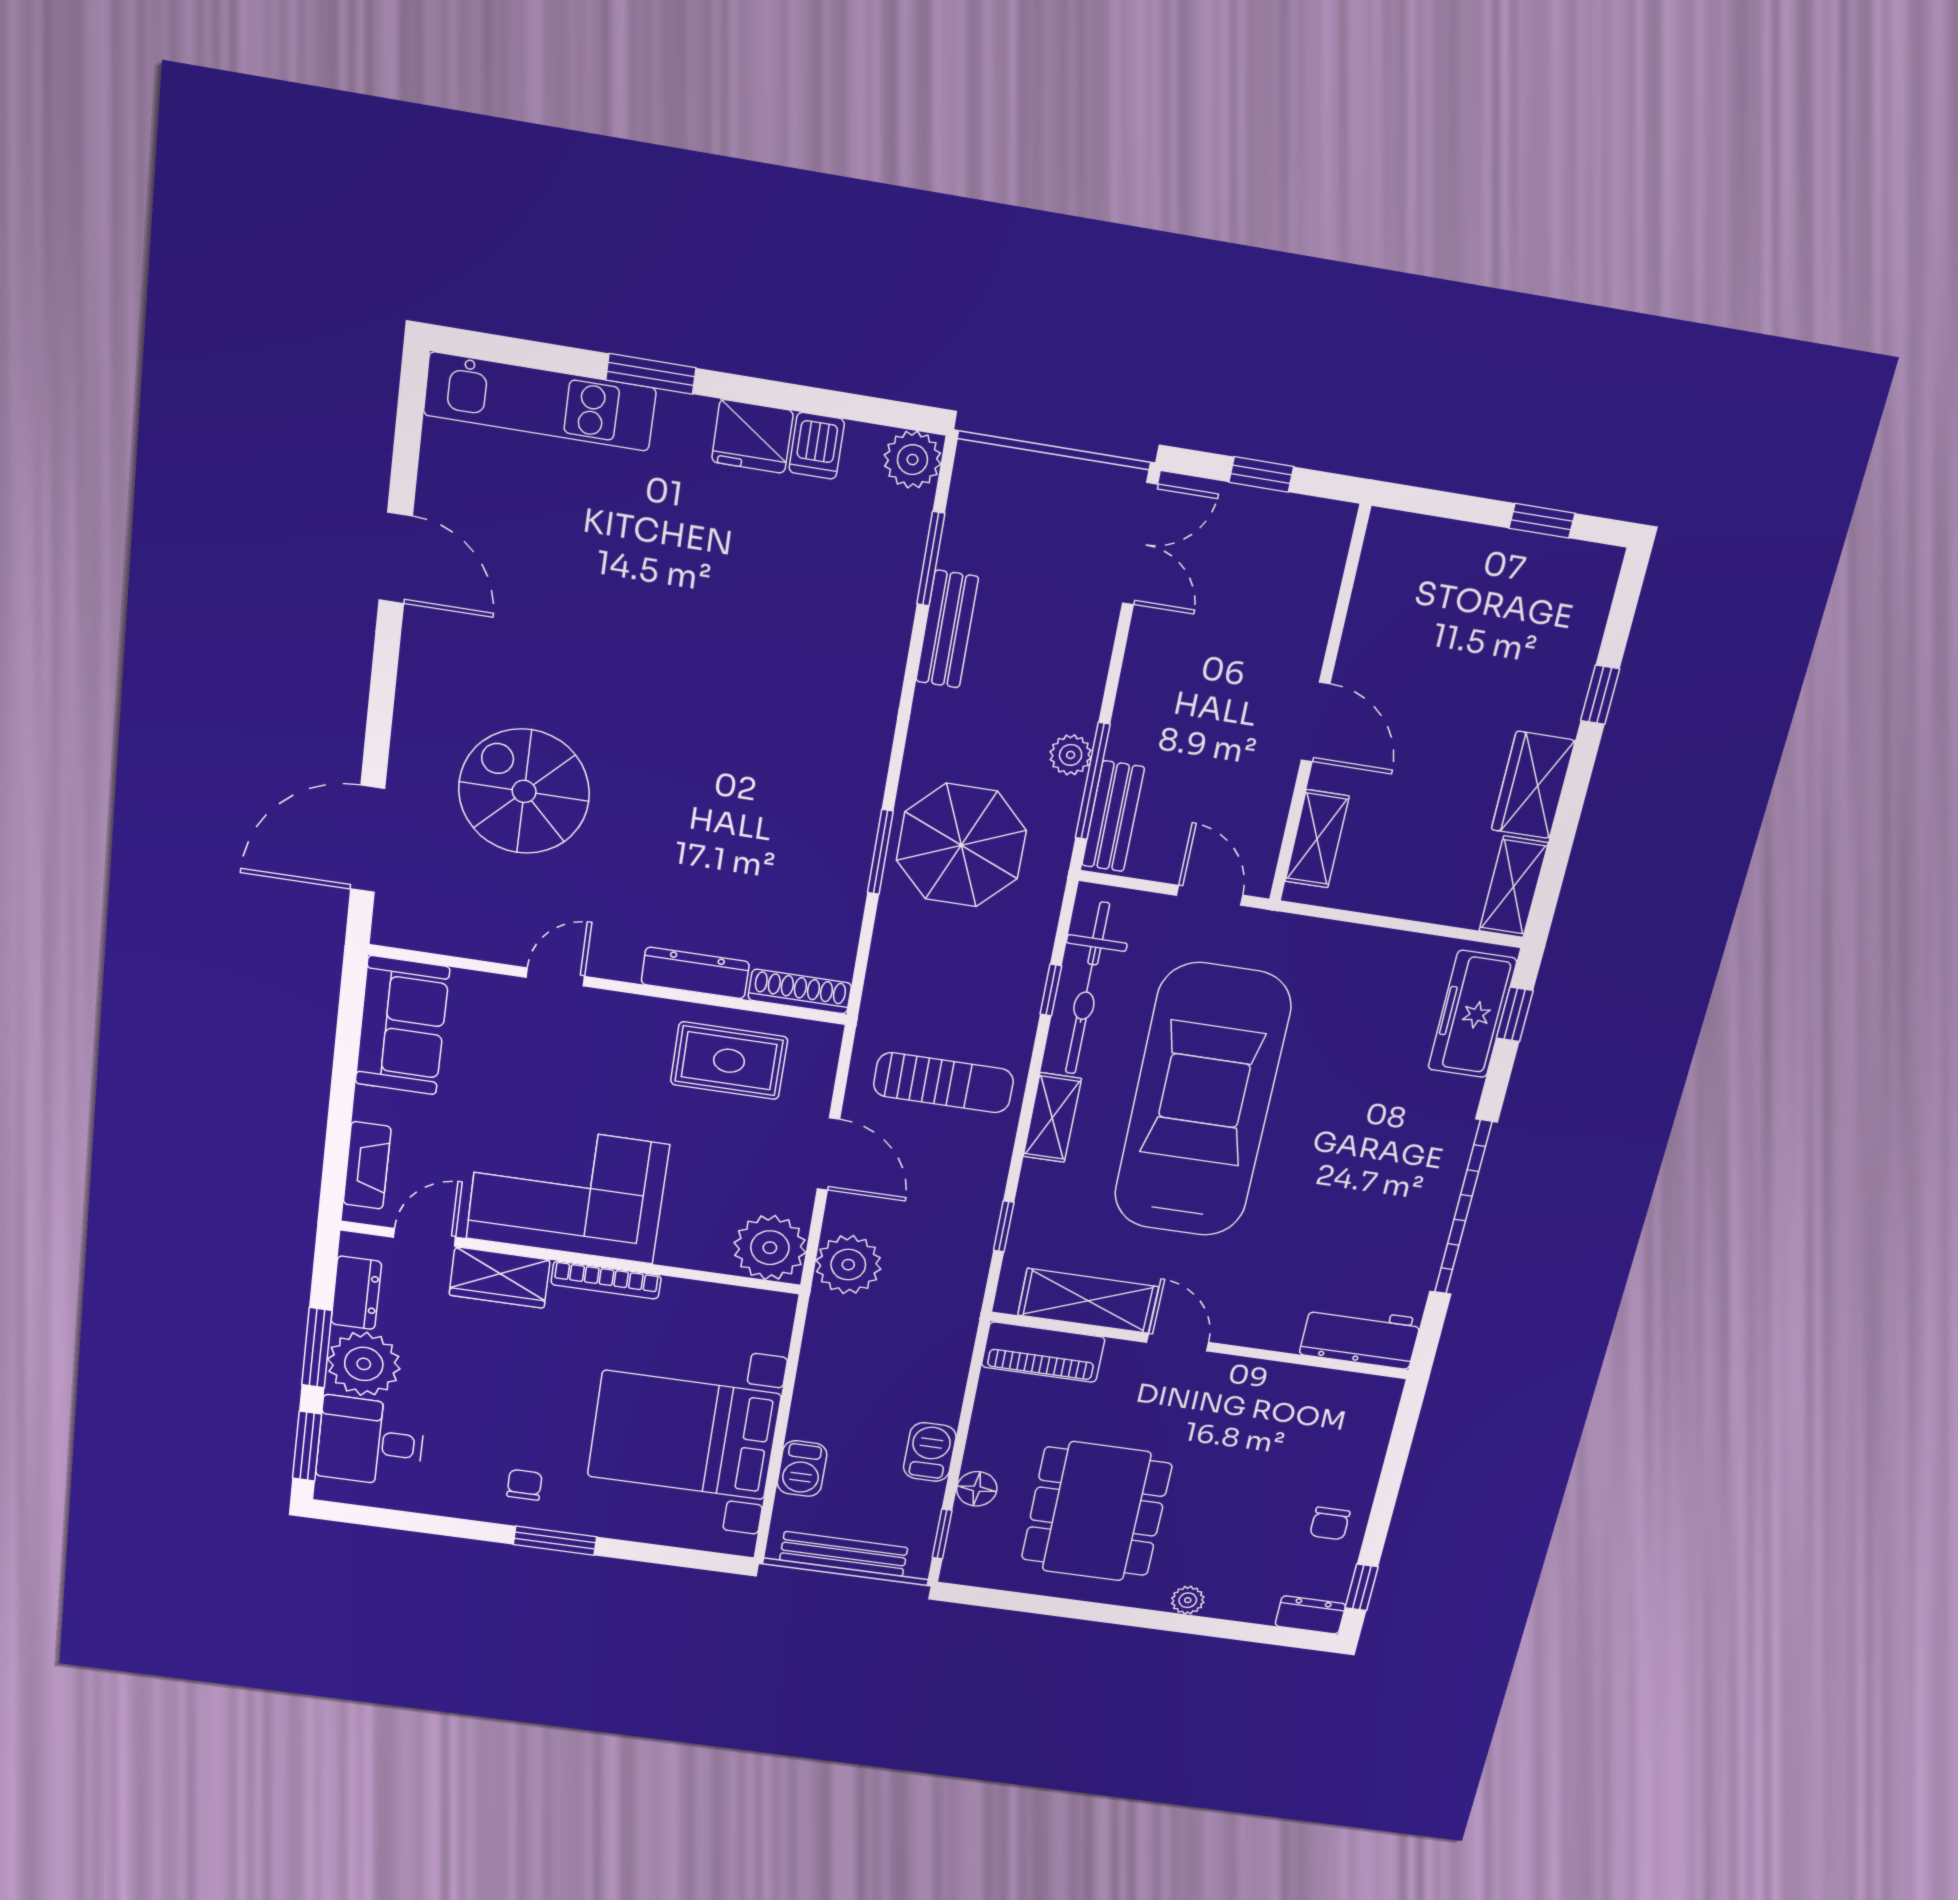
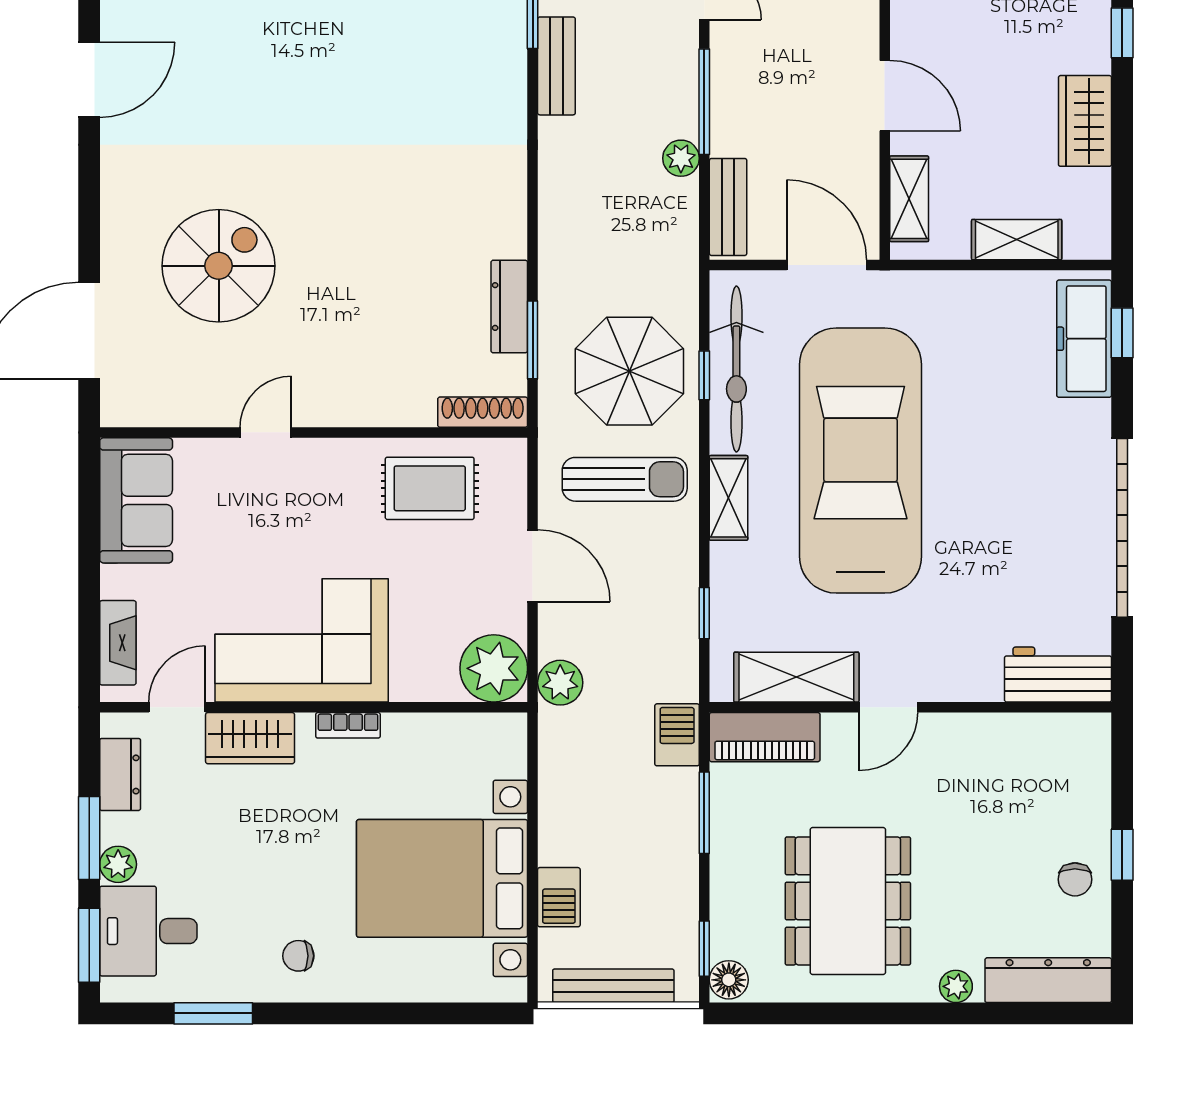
door: (396, 558) -> (89, 80), hinge flipped
window: (1093, 781) -> (704, 102), moved
spiral stairs: (524, 791) -> (219, 266), turned 90
parasol: (961, 845) -> (629, 371), moved
window: (880, 852) -> (533, 340), moved
shelving: (1514, 887) -> (1017, 240), moved, turned 90
door: (1210, 895) -> (827, 265), width x1.38
dresser: (695, 973) -> (509, 307), moved, turned -90
plant: (848, 1265) -> (560, 683), width x0.73, depth x0.73
bookcase: (606, 1280) -> (348, 725), width x0.64
door: (1178, 1342) -> (888, 707), swing flipped
plant: (364, 1364) -> (118, 864), width x0.53, depth x0.53
window: (966, 1413) -> (704, 813), added
barbecue: (930, 1452) -> (677, 735), moved
chair: (525, 1485) -> (298, 956), turned -90
floor lamp: (977, 1489) -> (729, 980), moved
window: (555, 1541) -> (213, 1013), moved
window: (1362, 1587) -> (1122, 855), moved
dresser: (1310, 1615) -> (1048, 980), width x1.96, depth x1.24

